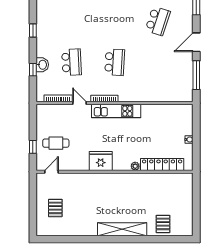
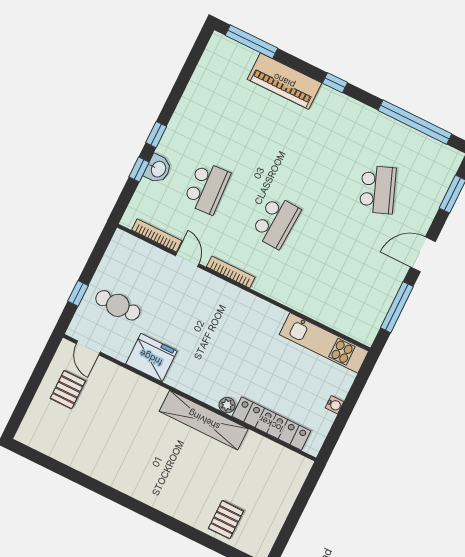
school desk: (158, 21) -> (378, 190), turned -39
window: (33, 31) -> (156, 135), moved
kitchen unit: (116, 111) -> (324, 343), moved
fridge: (101, 161) -> (151, 358), moved
door: (51, 172) -> (88, 348), swing flipped
pallet: (55, 208) -> (68, 390), moved
shelving: (122, 229) -> (204, 420), moved

